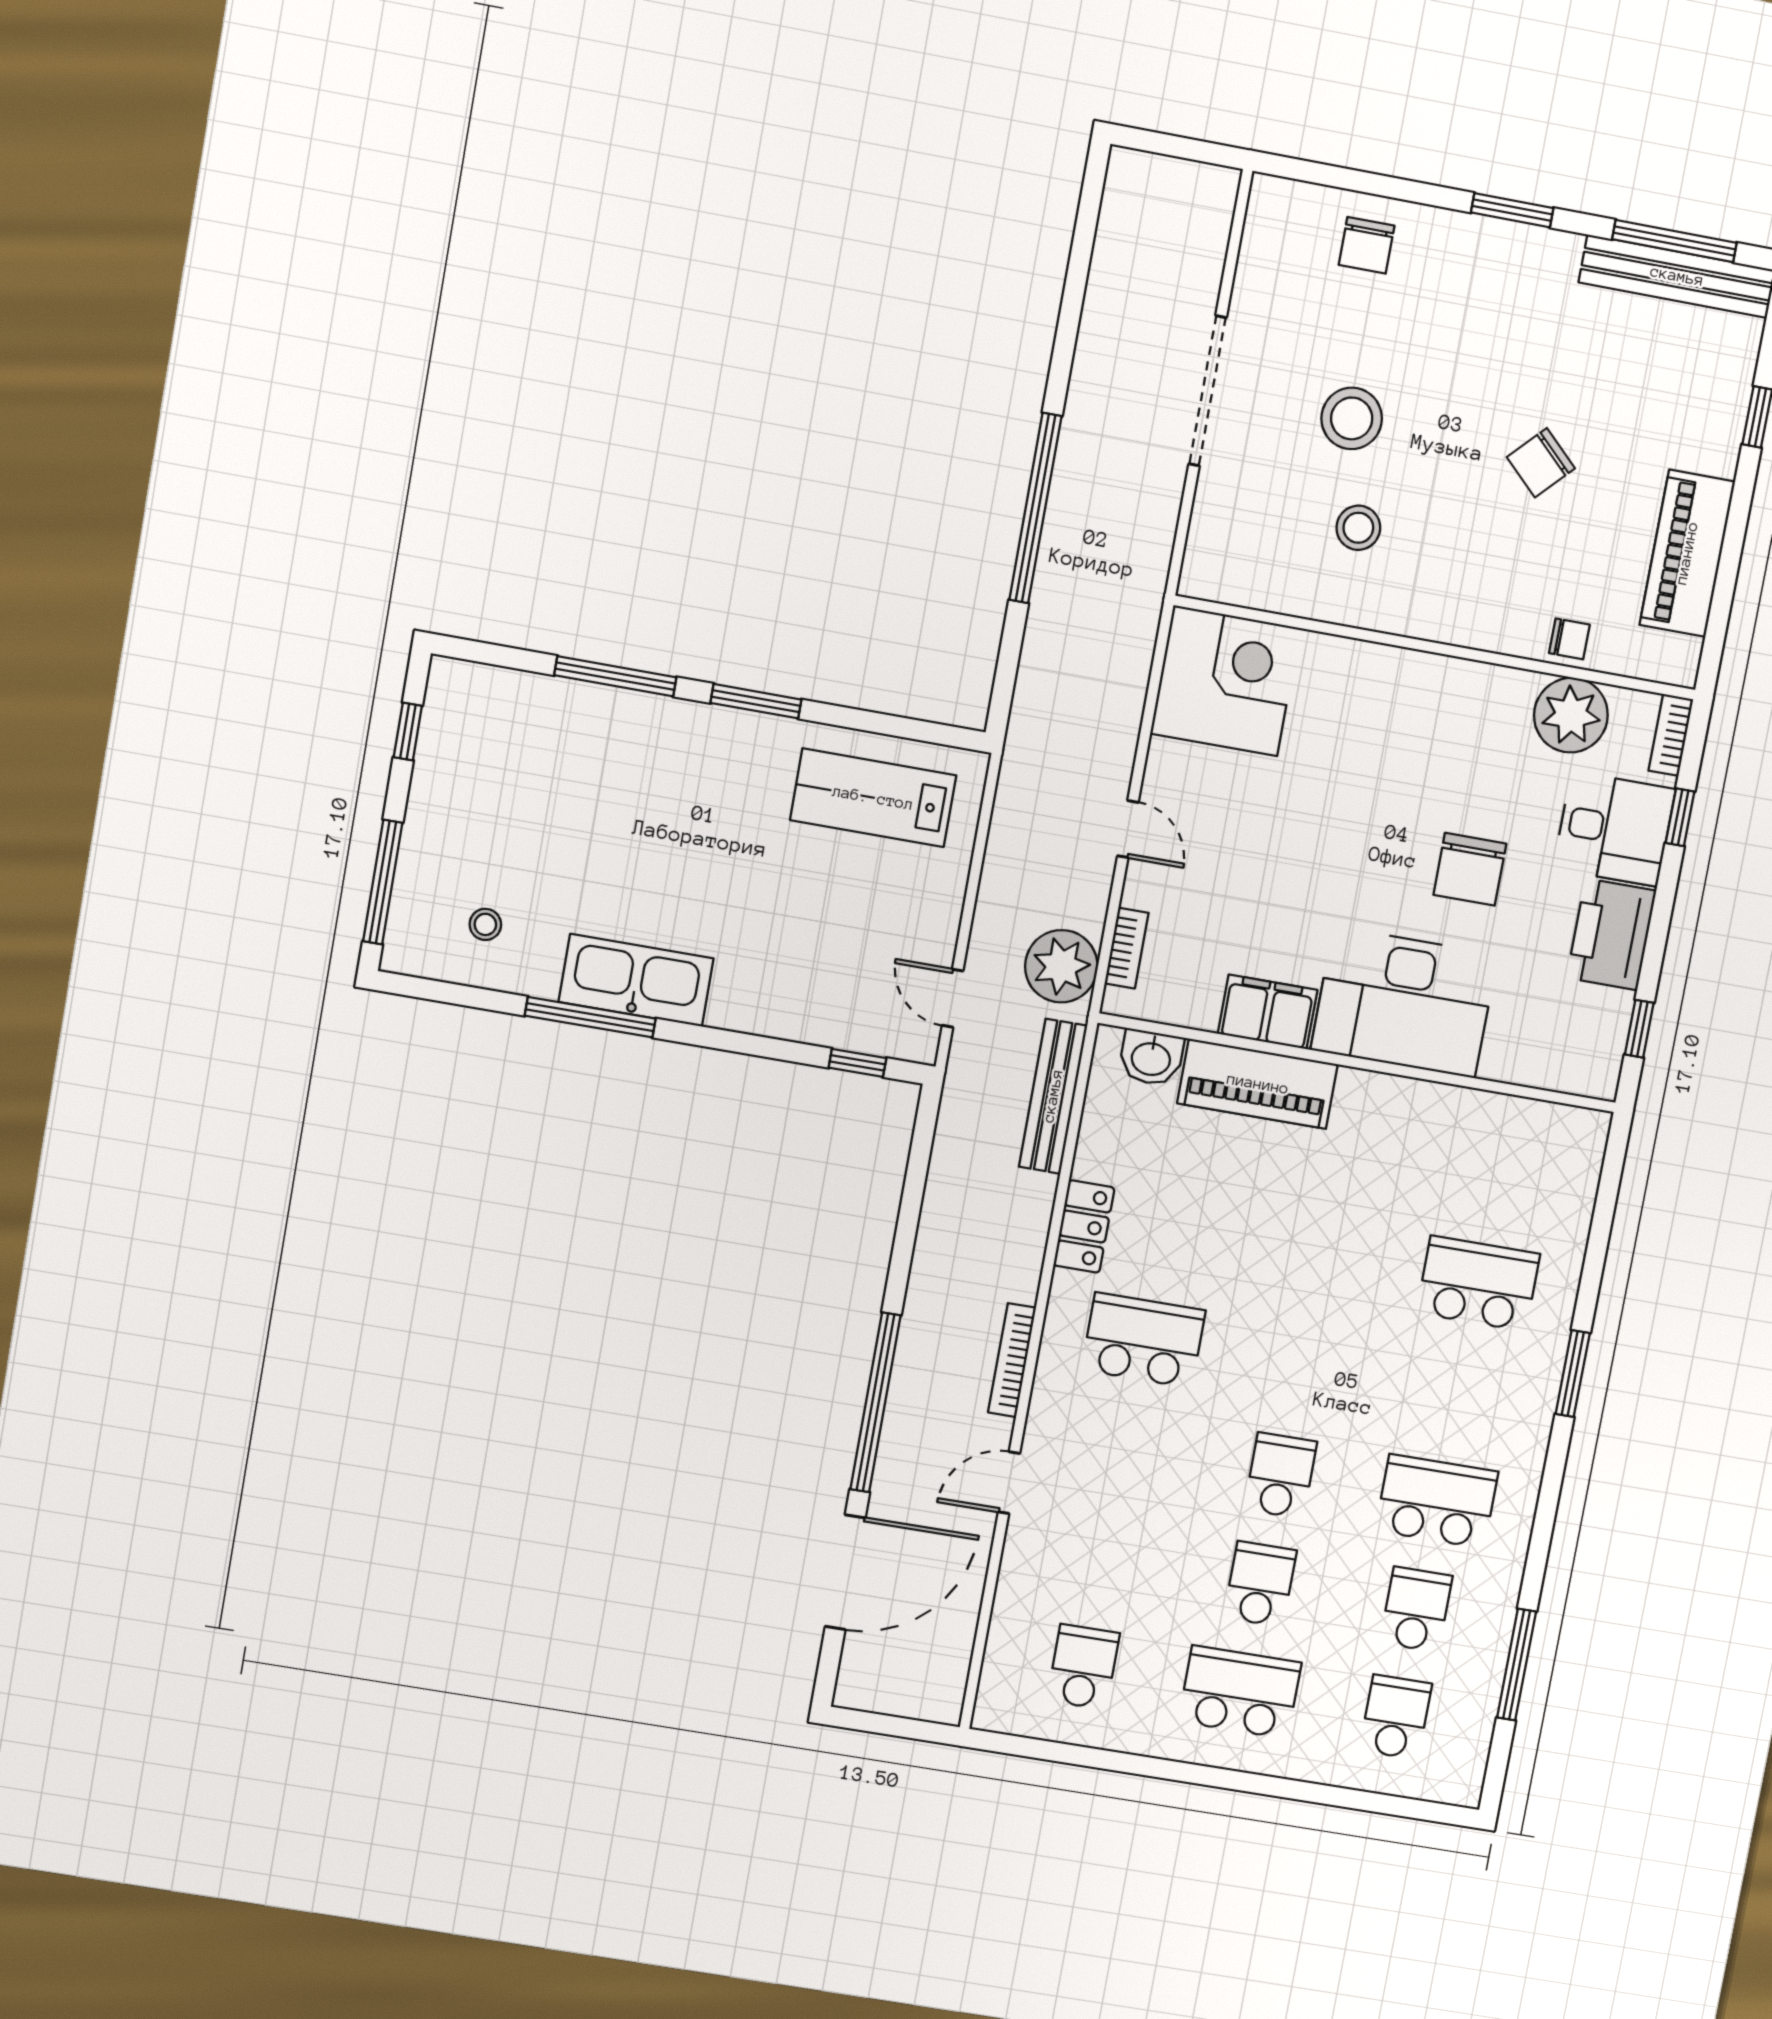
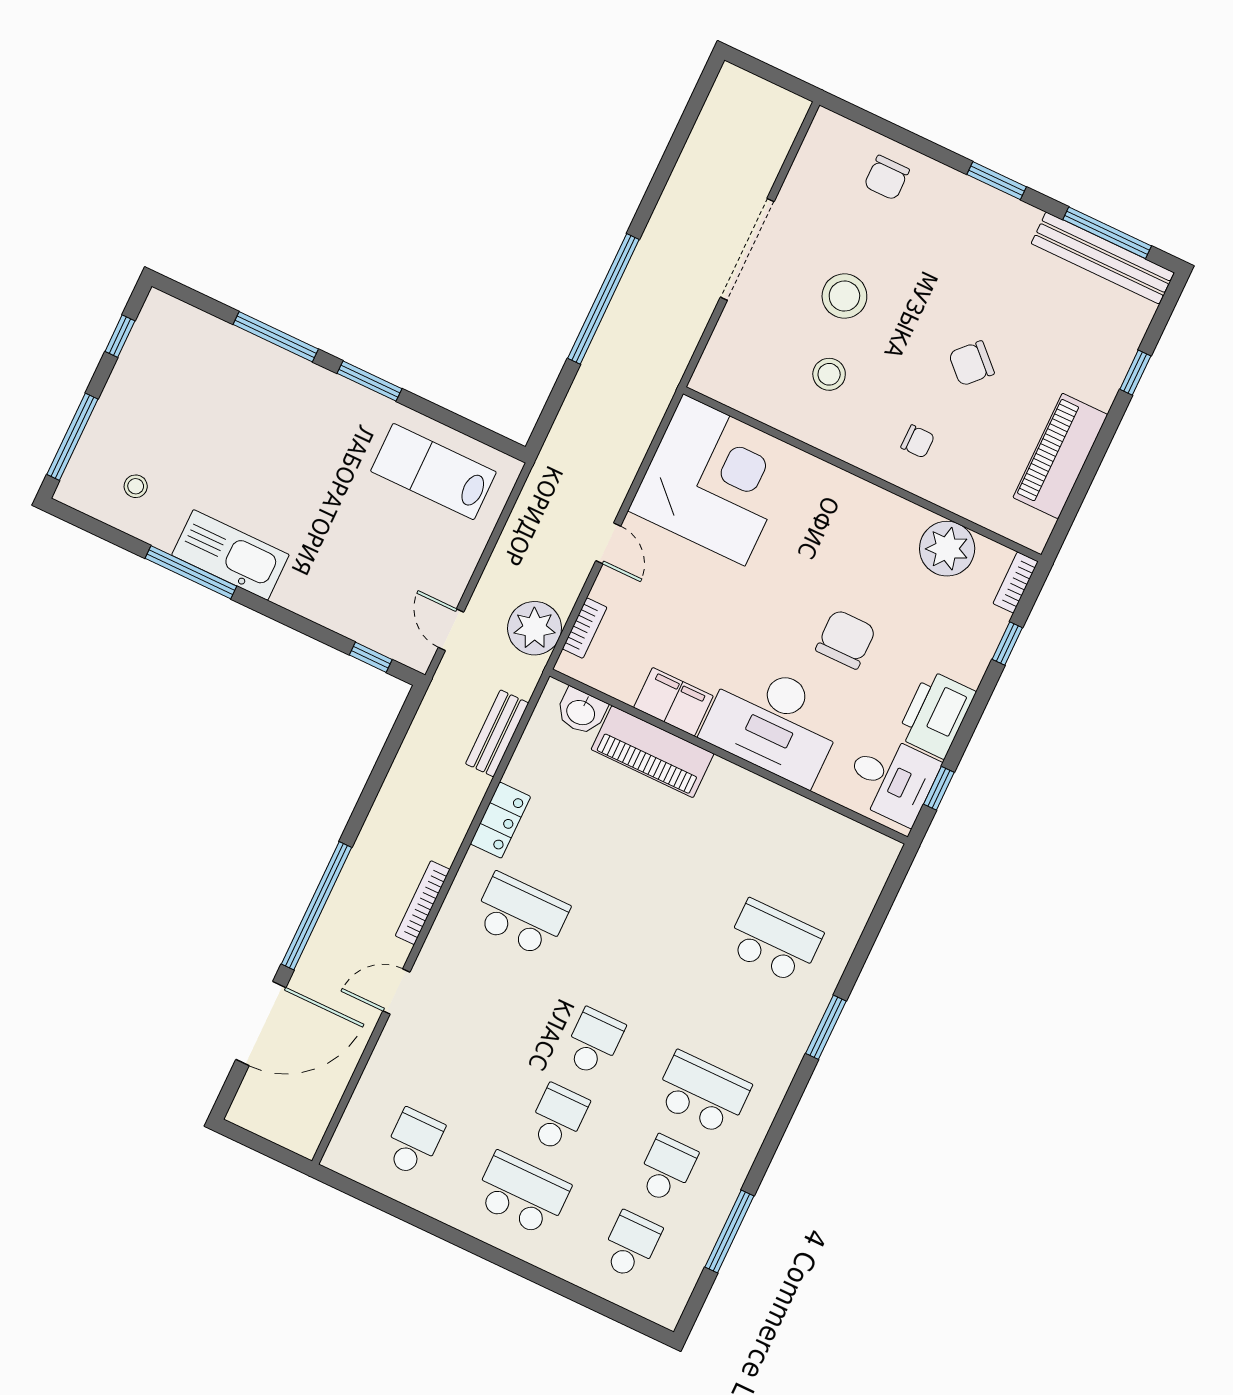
chair: (1569, 639) -> (918, 441), moved
corner desk: (1225, 681) -> (714, 480), width x1.36, depth x1.36
desk: (1614, 829) -> (891, 779), moved
chair: (1470, 869) -> (846, 639), turned 180
bench: (1053, 1096) -> (497, 733), width x0.73

